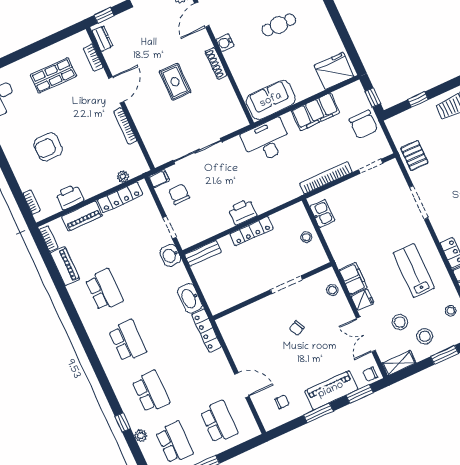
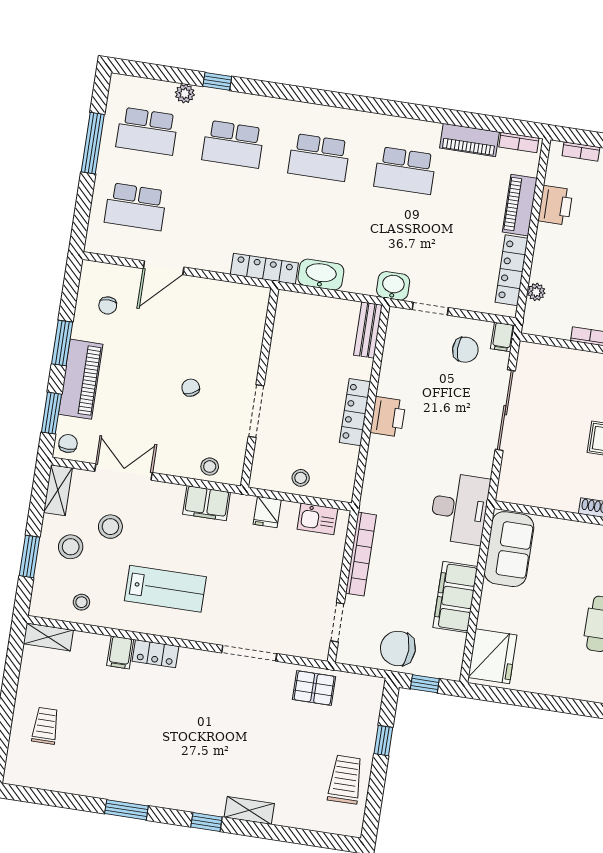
fridge: (363, 300) -> (267, 512), moved

